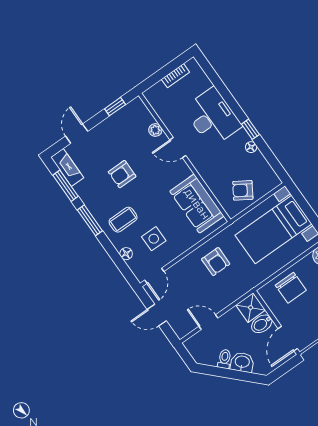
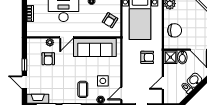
window: (115, 107) -> (24, 65), moved
armchair: (122, 174) -> (48, 59), moved
sofa: (197, 204) -> (95, 48), width x1.36
armchair: (216, 262) -> (147, 57), moved
door: (154, 276) -> (121, 94), swing flipped

